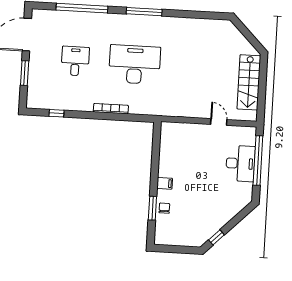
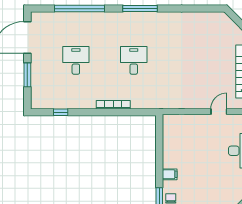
desk: (135, 64) -> (134, 60), width x0.53, depth x0.77
door: (219, 122) -> (219, 112), hinge flipped

